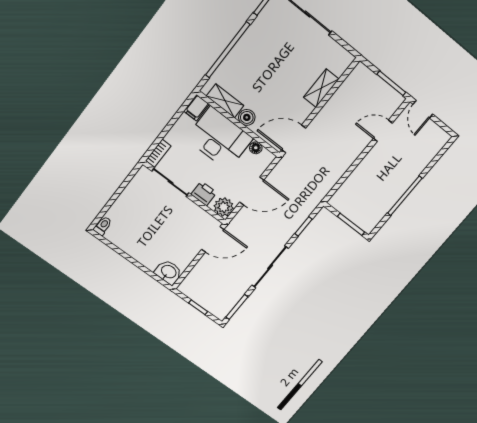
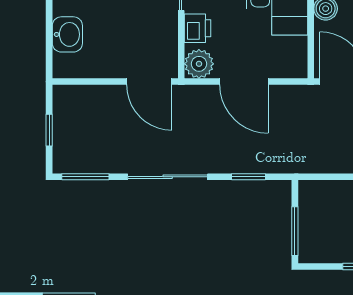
floor lamp: (256, 148) -> (299, 46), removed
washbasin: (168, 272) -> (67, 34), moved

